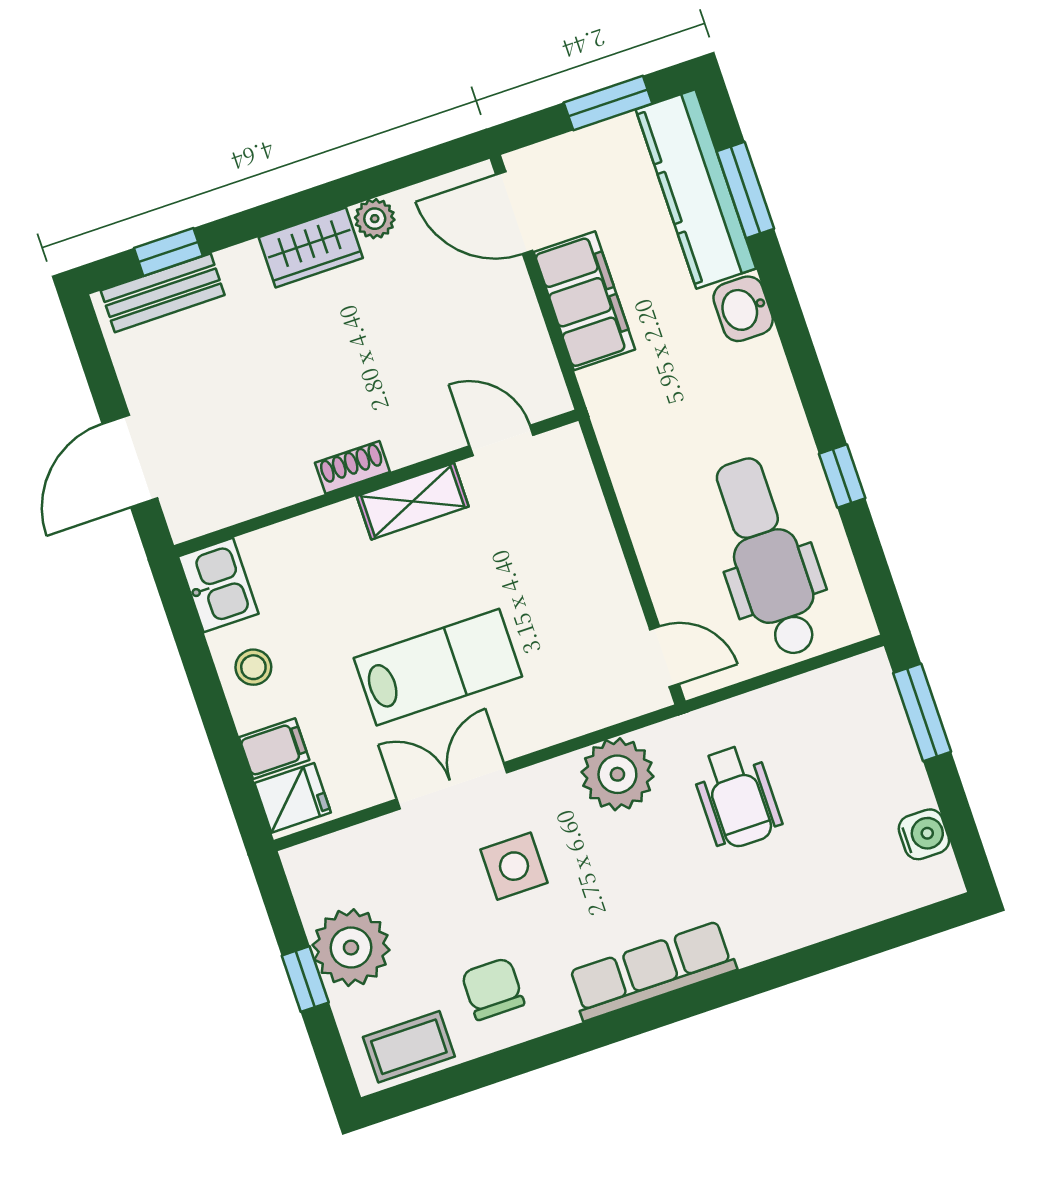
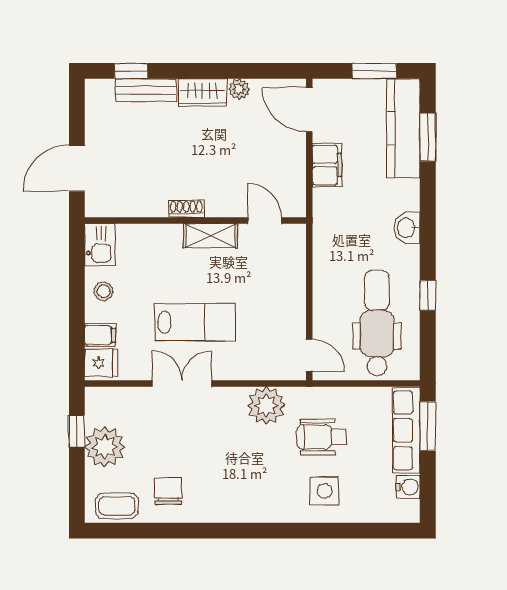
bench: (163, 293) -> (146, 90), moved
filing cabinet: (584, 301) -> (327, 165), width x0.67, depth x0.86
washbasin: (743, 309) -> (407, 228), moved
wheelchair: (737, 797) -> (322, 437), turned 90
side table: (514, 866) -> (325, 491), moved
row of seats: (652, 971) -> (406, 430), moved, turned -90
window: (305, 979) -> (77, 431), moved

